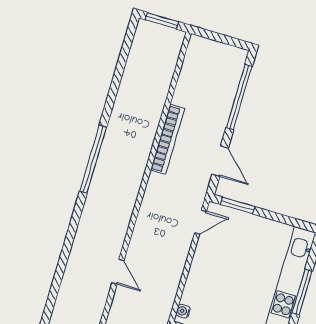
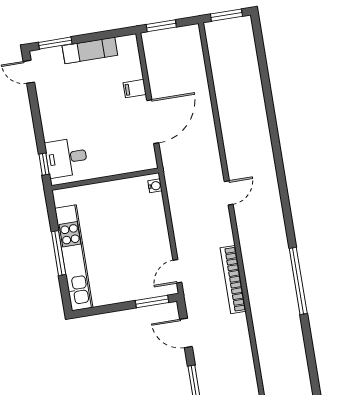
bookcase: (168, 139) -> (233, 280), moved
door: (118, 272) -> (229, 193), swing flipped

